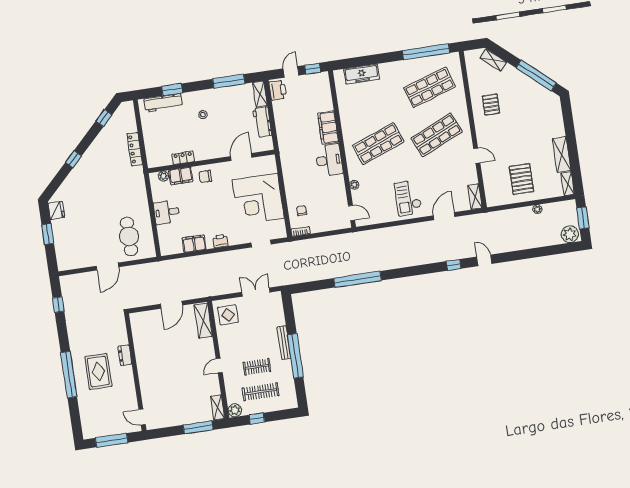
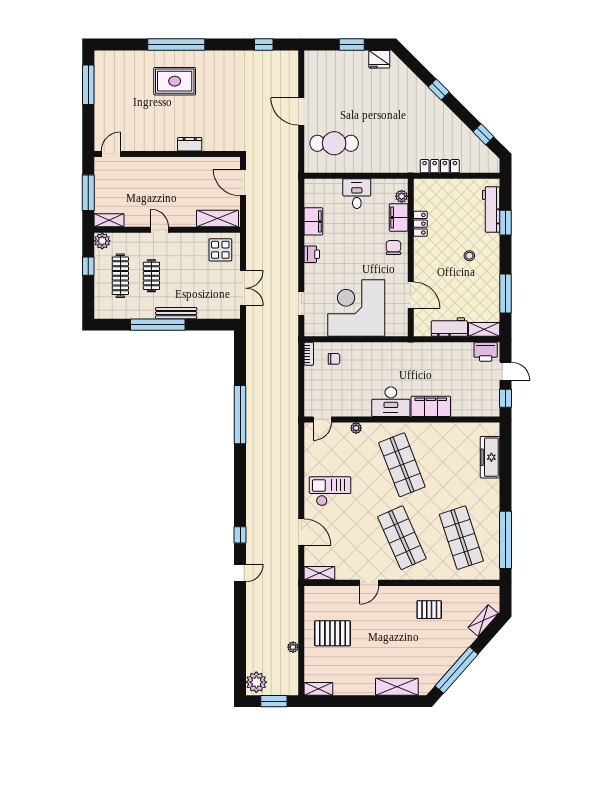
shelving: (562, 155) -> (397, 687), moved
dresser: (125, 355) -> (190, 144), moved
wall: (135, 372) -> (167, 154), moved
door: (142, 417) -> (111, 154), moved

